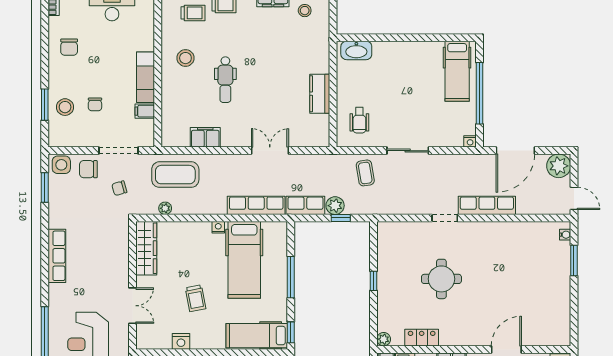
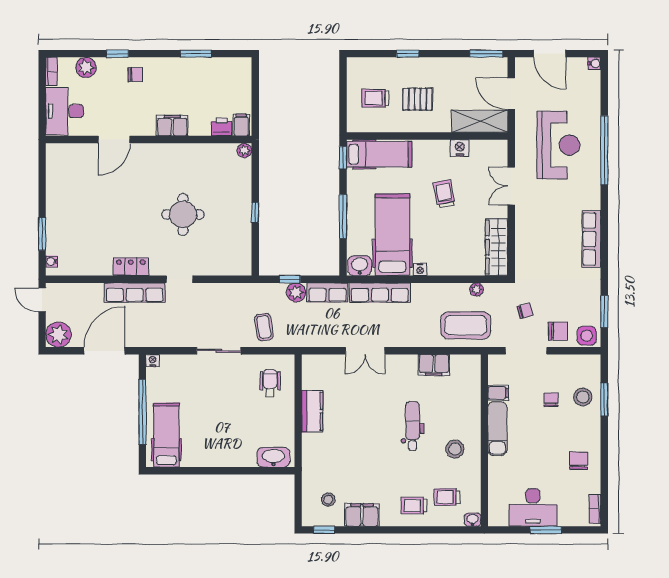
washbasin: (275, 231) -> (360, 266), added
locker: (422, 338) -> (131, 267), moved, turned 180

